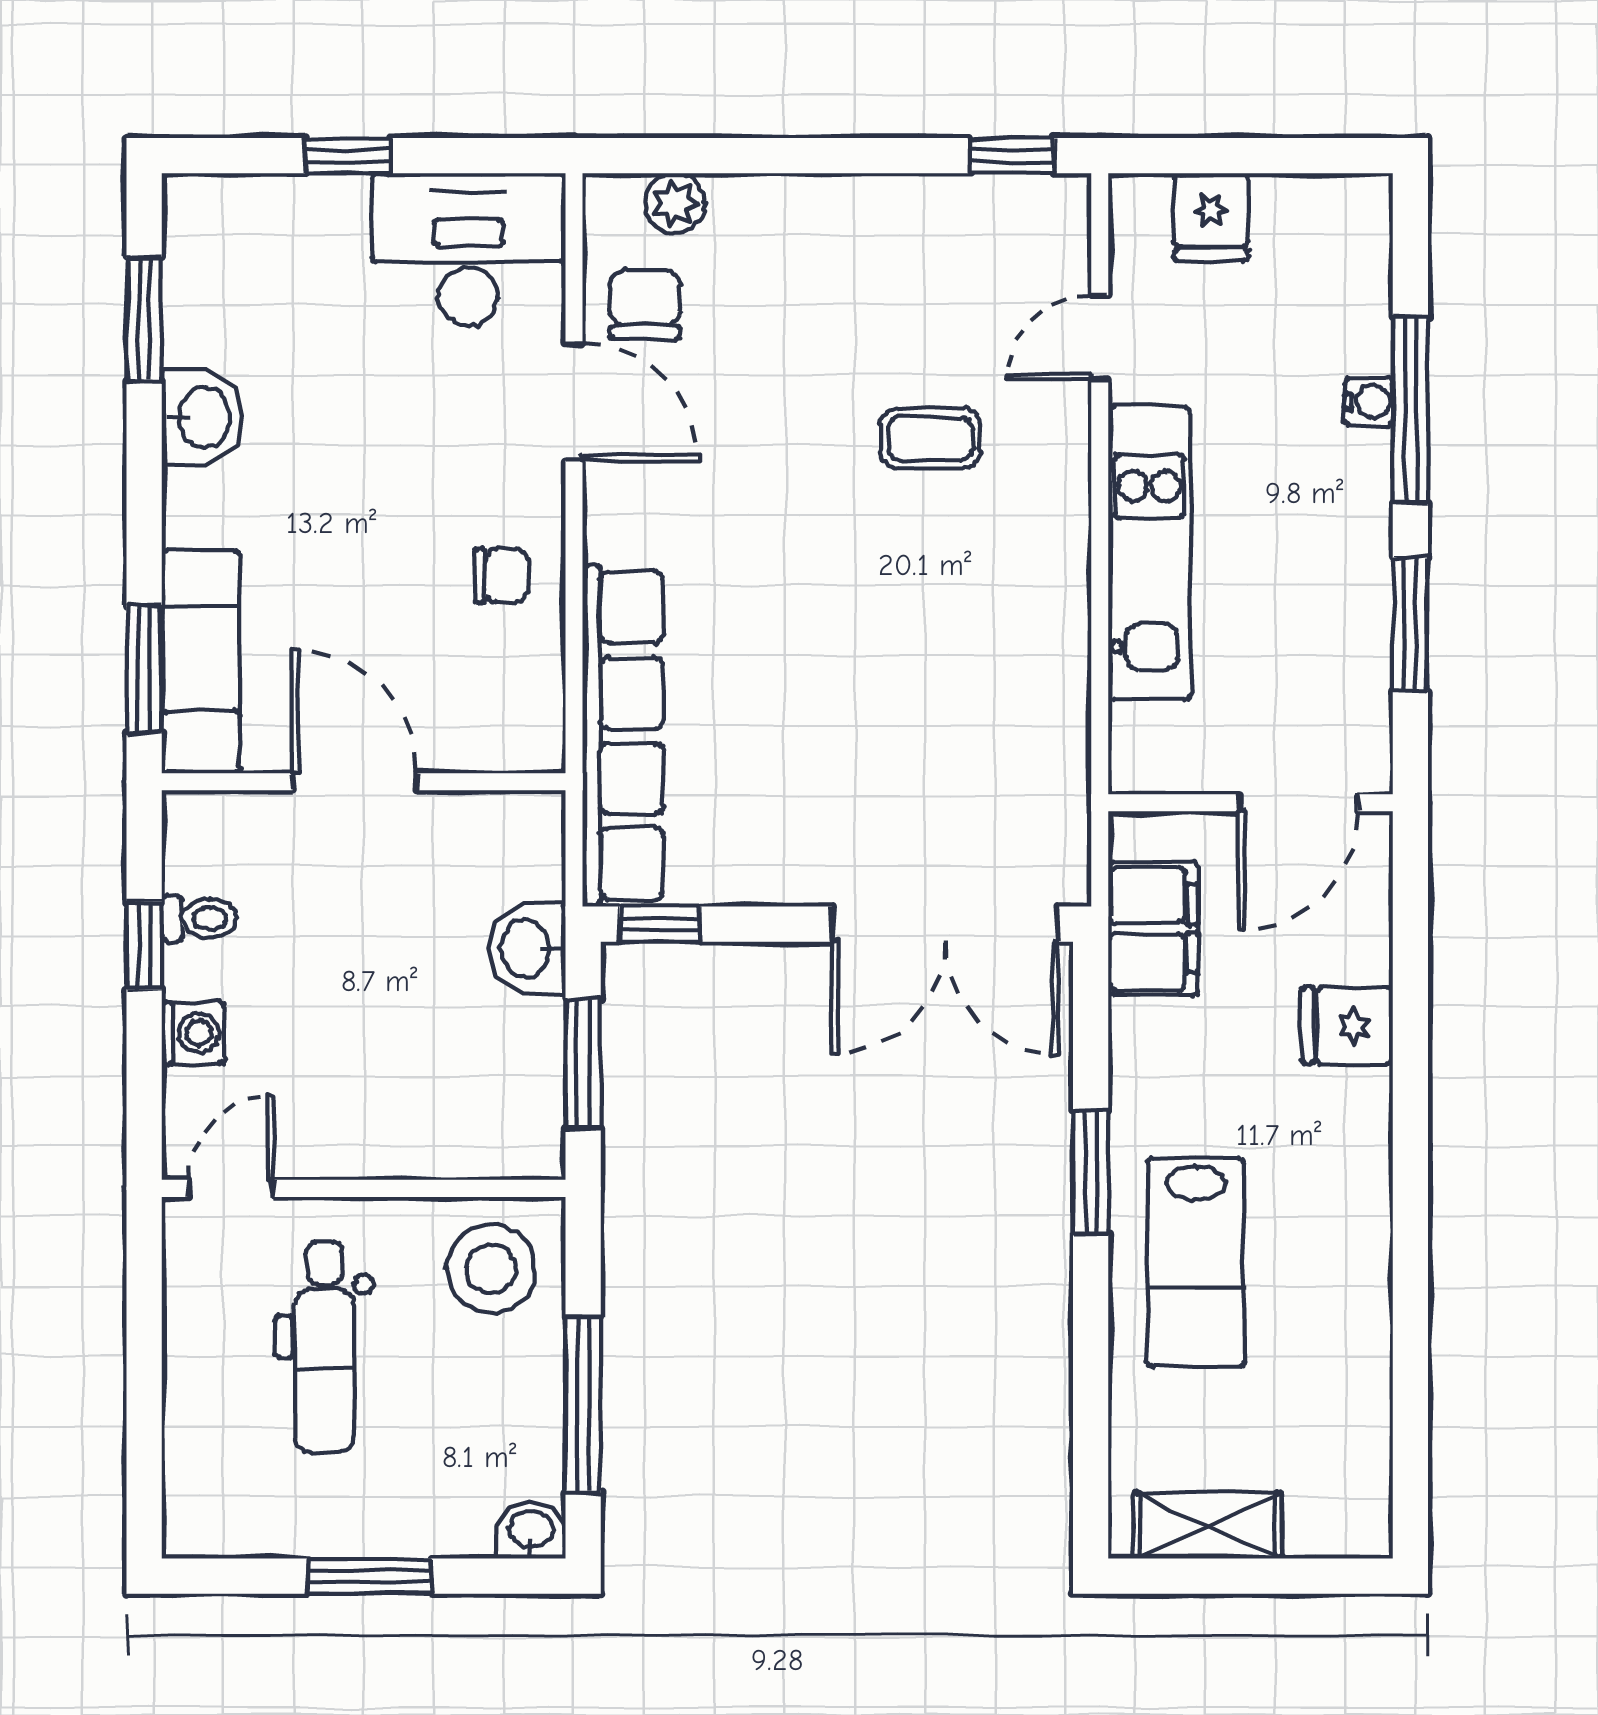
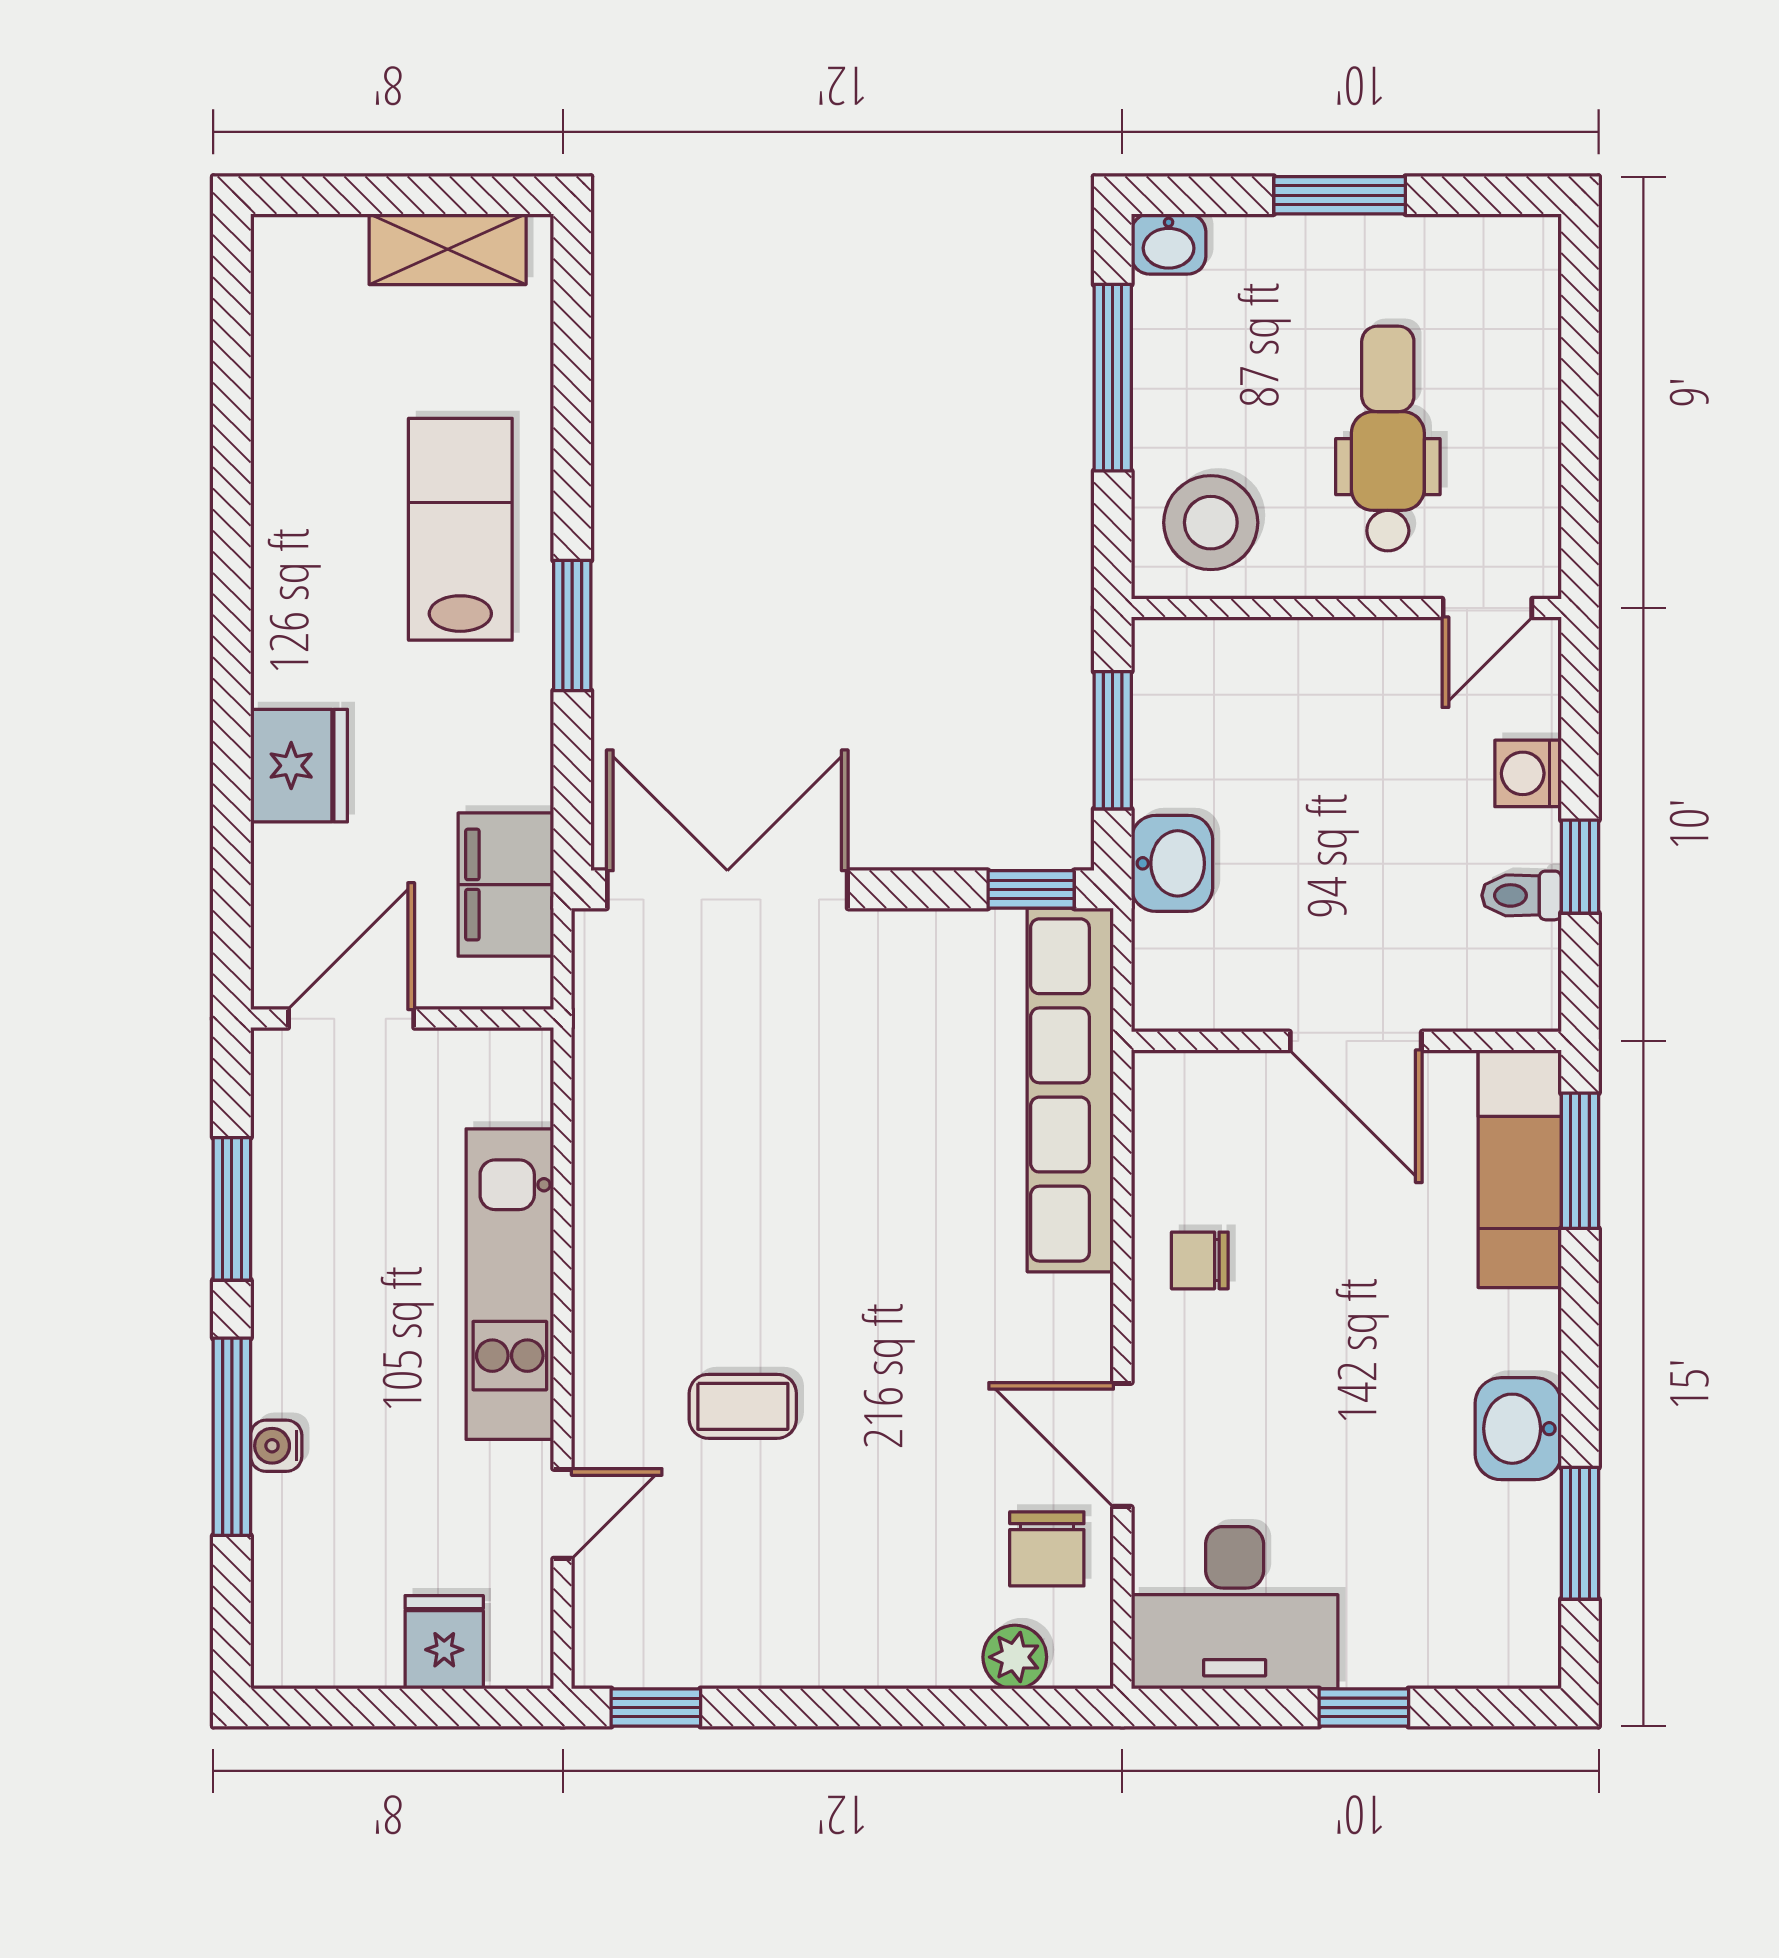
fridge: (1347, 1026) -> (299, 766), width x1.38

